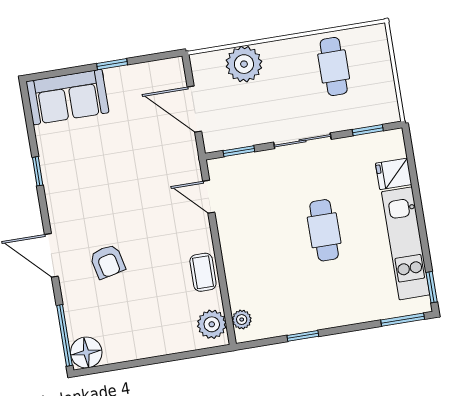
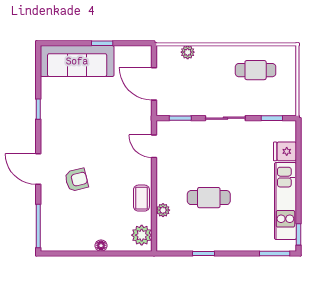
plant: (244, 64) -> (188, 52), width x0.53, depth x0.53
cafe table: (334, 66) -> (256, 70), turned 90
sofa: (68, 97) -> (77, 61), width x1.36
cafe table: (324, 230) -> (209, 198), moved, turned 90
armchair: (108, 262) -> (76, 180), turned -91
plant: (242, 320) -> (163, 210), moved
floor lamp: (86, 353) -> (101, 246), moved, width x0.53, depth x0.53

